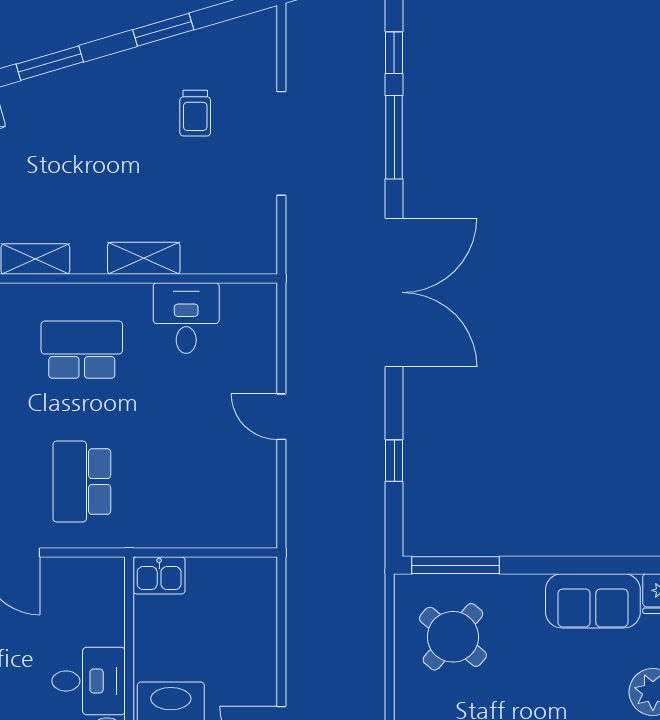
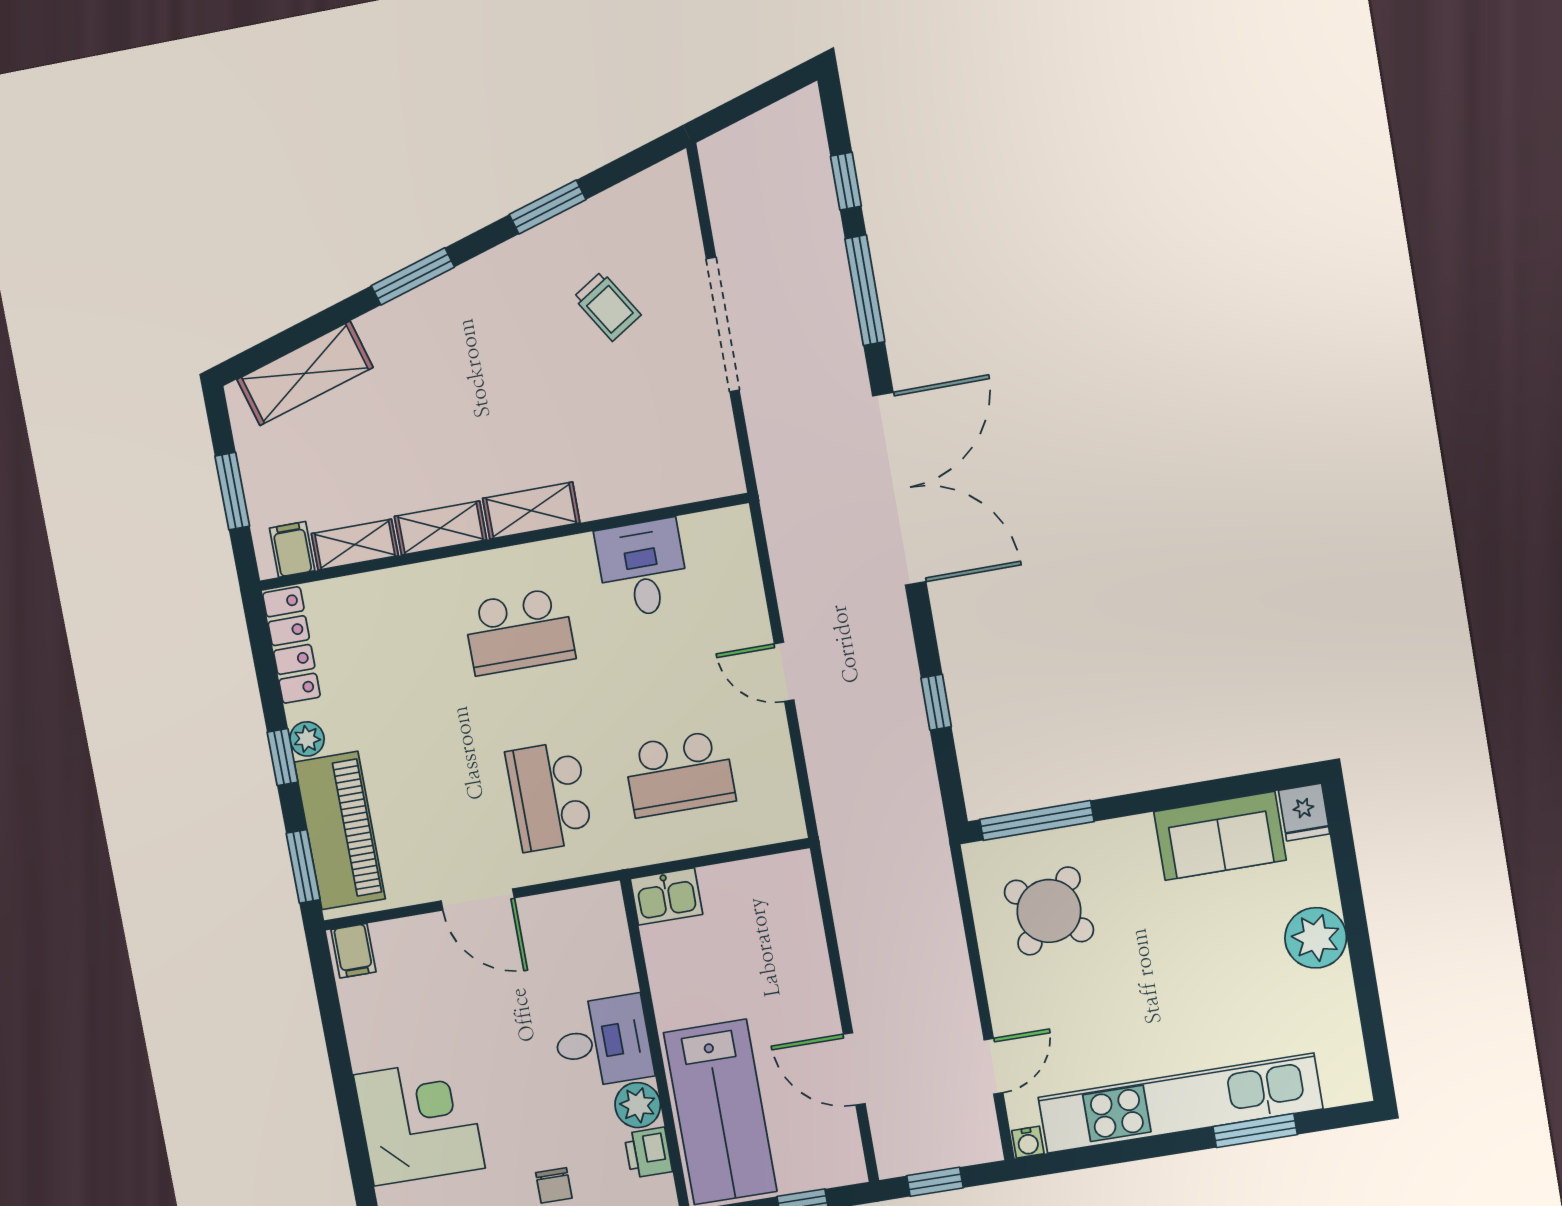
trolley: (195, 113) -> (607, 306), turned -32
shelving: (144, 258) -> (531, 511), moved
school desk: (82, 350) -> (519, 631), turned 180
school desk: (186, 482) -> (679, 774), added

